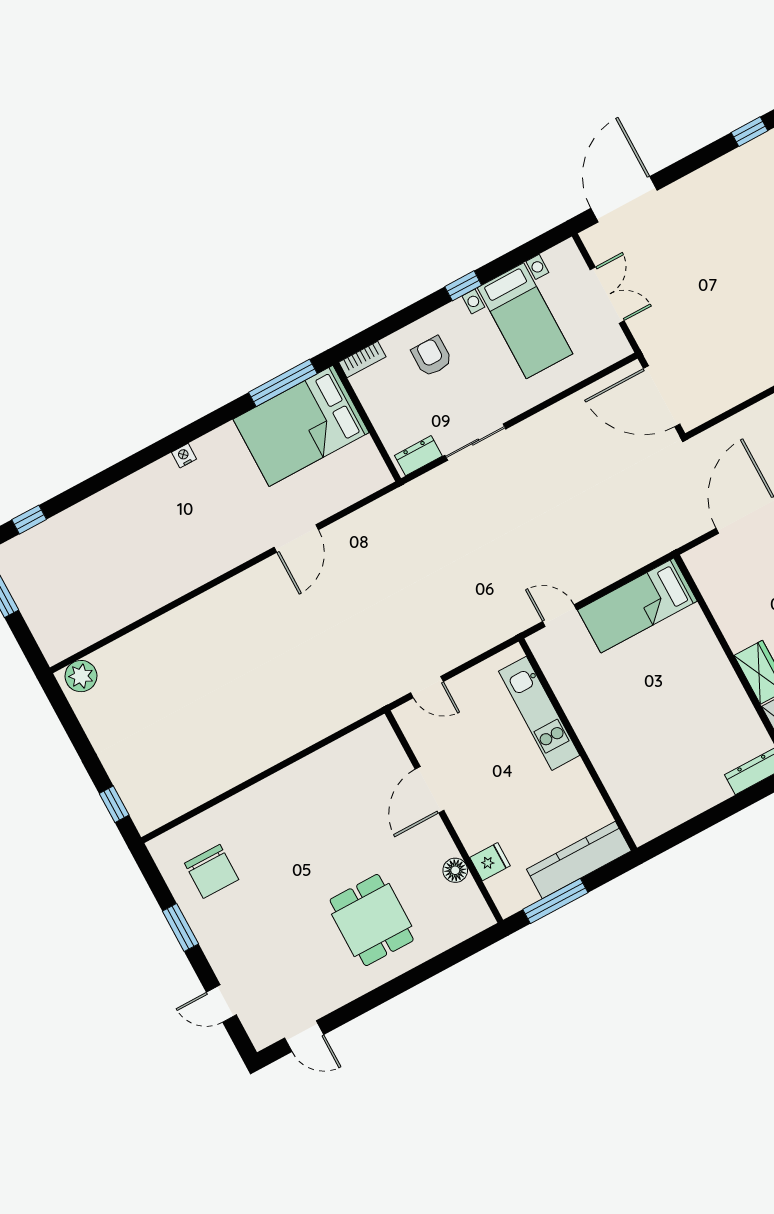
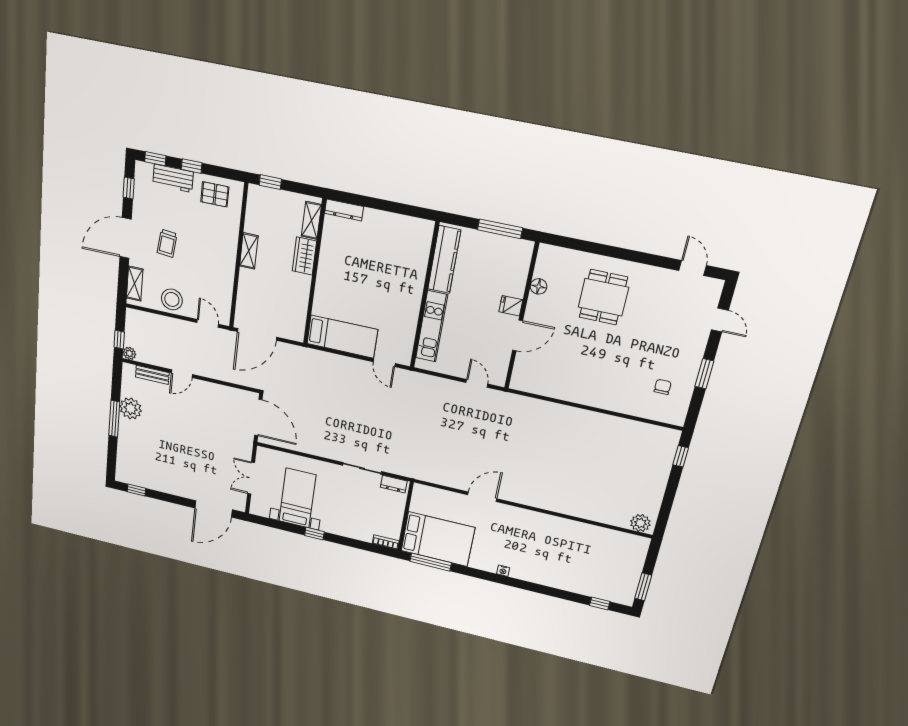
armchair: (432, 356) -> (353, 518), removed
kitchen counter: (579, 860) -> (444, 260), moved, turned -90
fridge: (490, 862) -> (511, 306), moved
chair: (212, 871) -> (663, 387), width x0.54, depth x0.54

